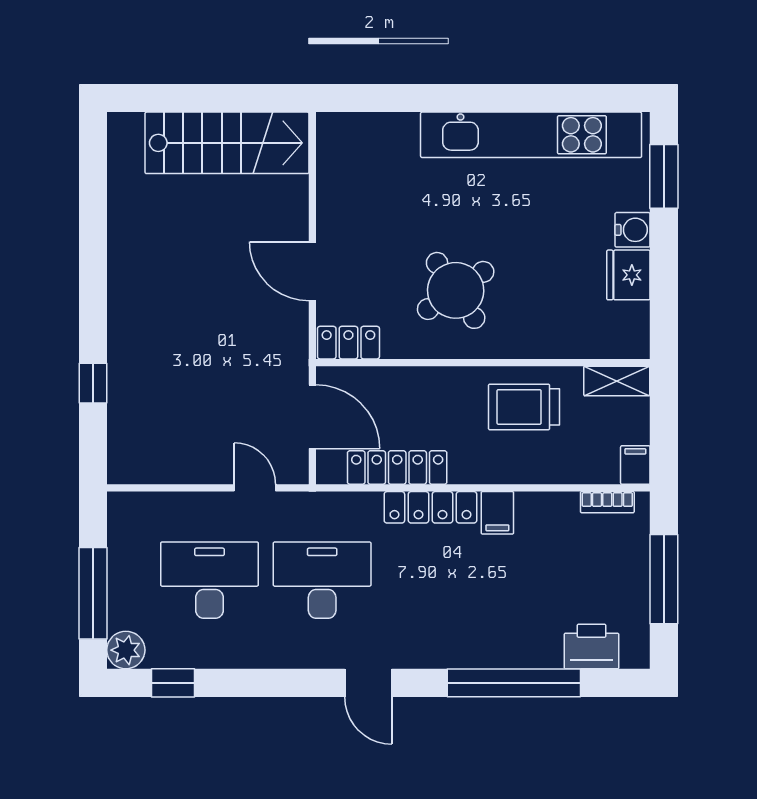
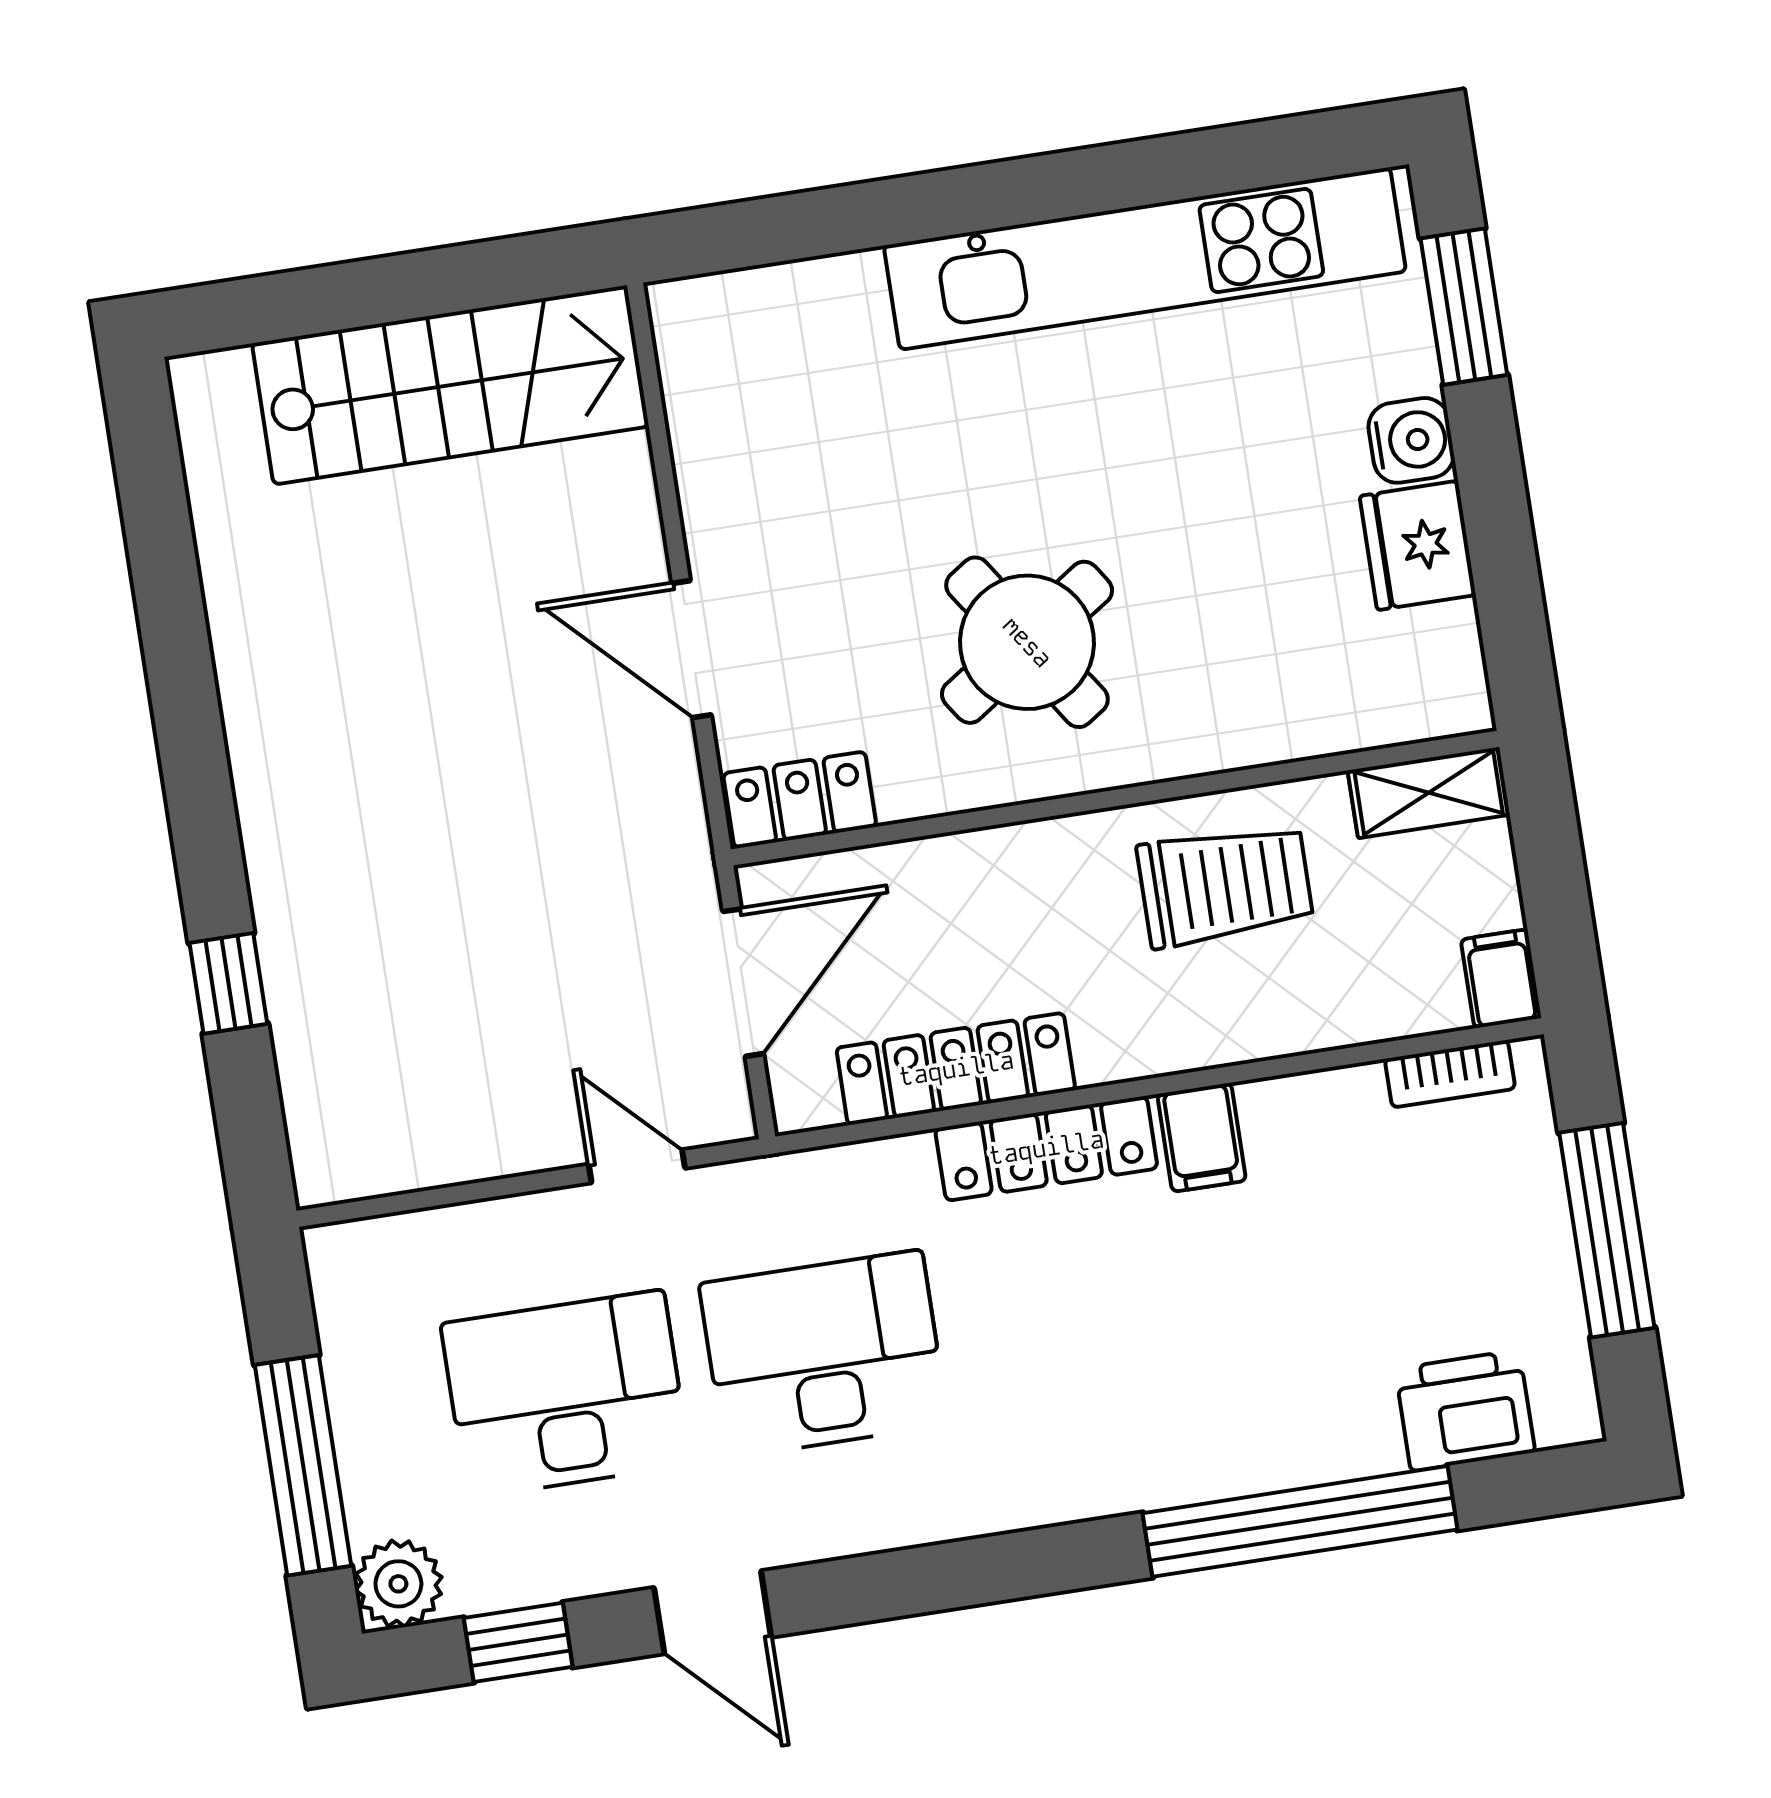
trolley: (524, 407) -> (1225, 885), turned 180
door: (312, 417) -> (743, 983), hinge flipped
door: (368, 683) -> (713, 1612), moved

